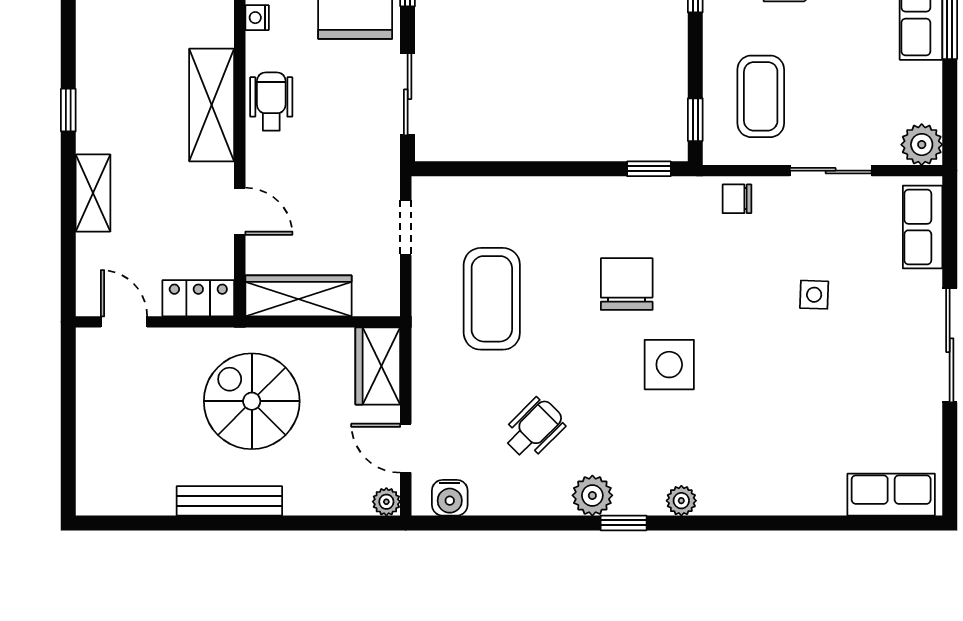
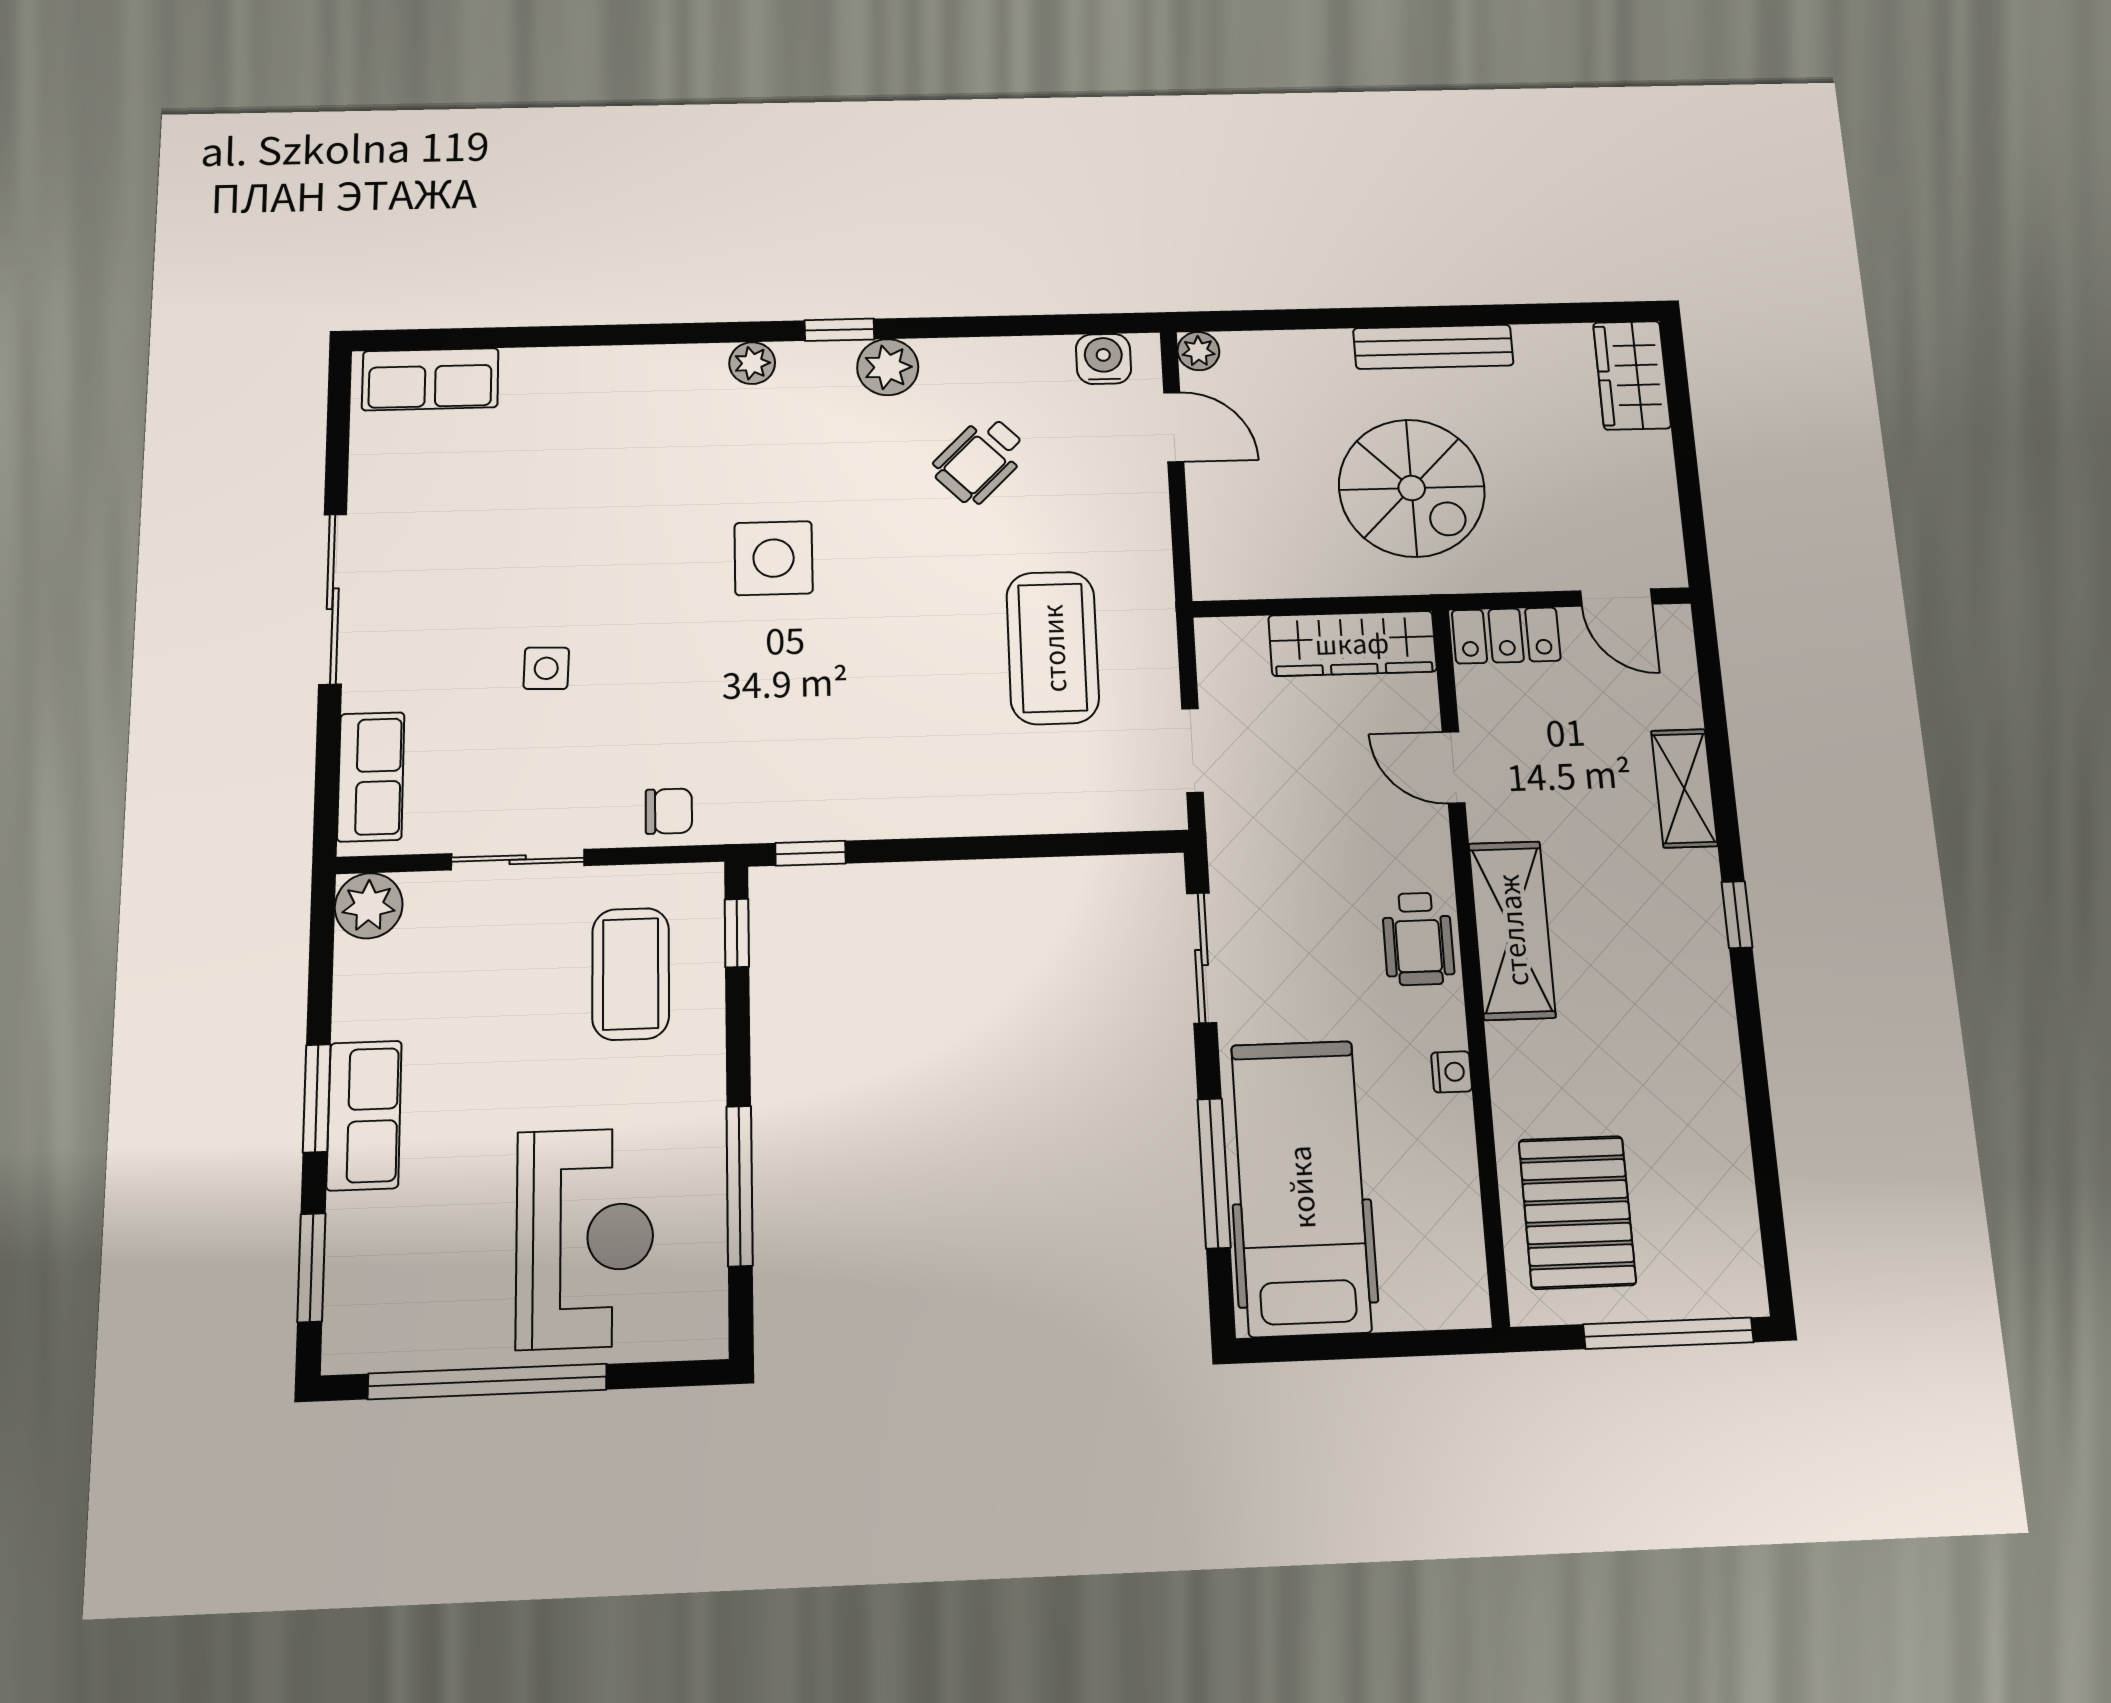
chair: (627, 284) -> (842, 676), removed
wardrobe: (378, 366) -> (1632, 375), moved, turned 180

